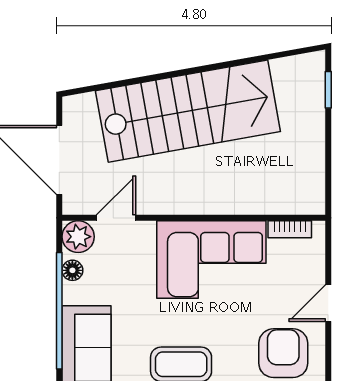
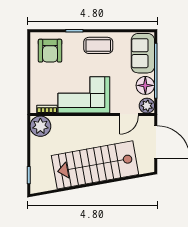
plant: (304, 193) -> (40, 126), added
floor lamp: (72, 270) -> (145, 85), width x1.89, depth x1.89
door: (328, 303) -> (29, 74), removed

